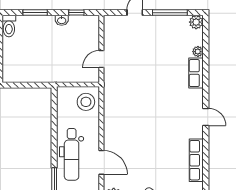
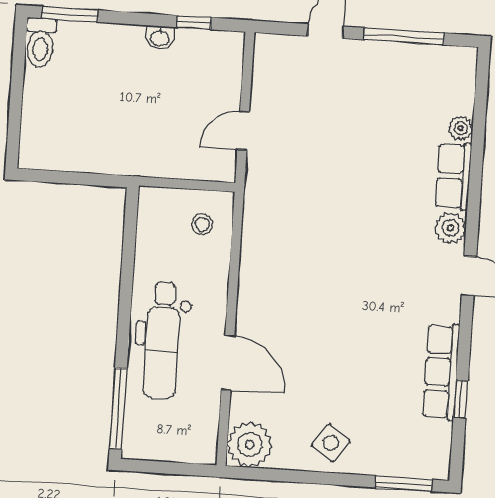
window: (35, 13) -> (70, 14), moved
plant: (196, 22) -> (450, 228), moved
stool: (86, 102) -> (202, 224), width x0.53, depth x0.53
window: (206, 172) -> (461, 399), added

